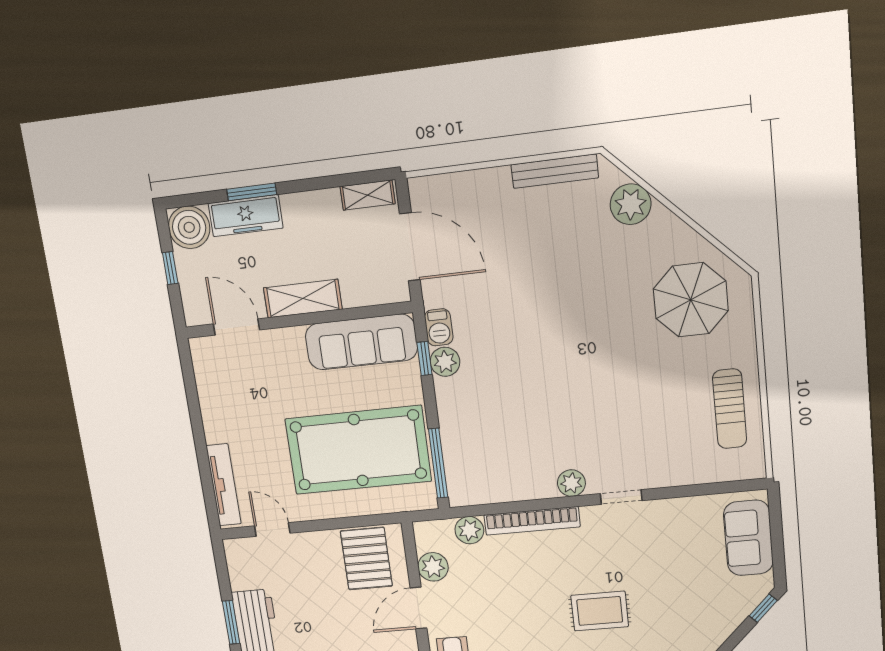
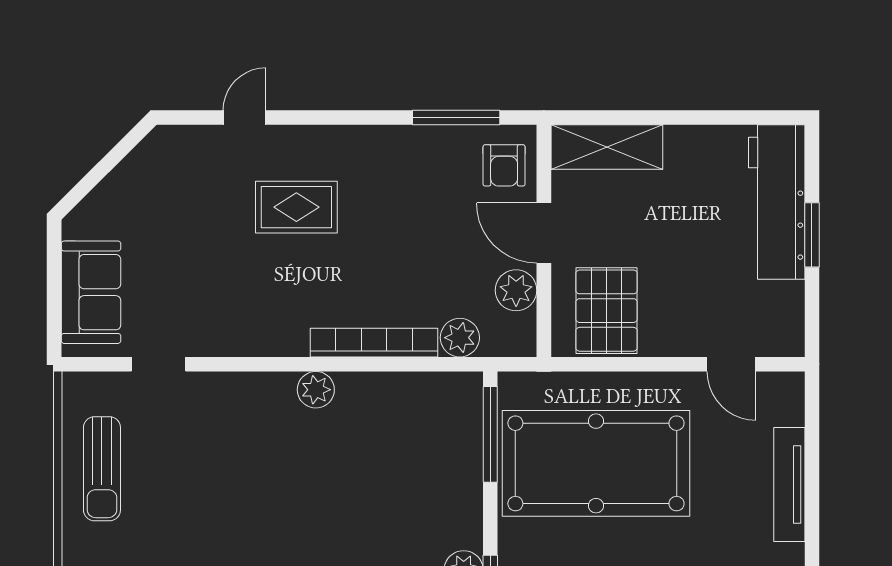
sun lounger: (730, 409) -> (102, 469), turned 180
tv unit: (224, 485) -> (789, 485), moved
doorway: (621, 497) -> (159, 364), moved
door: (418, 608) -> (544, 233), swing flipped
window: (763, 608) -> (79, 192), removed

